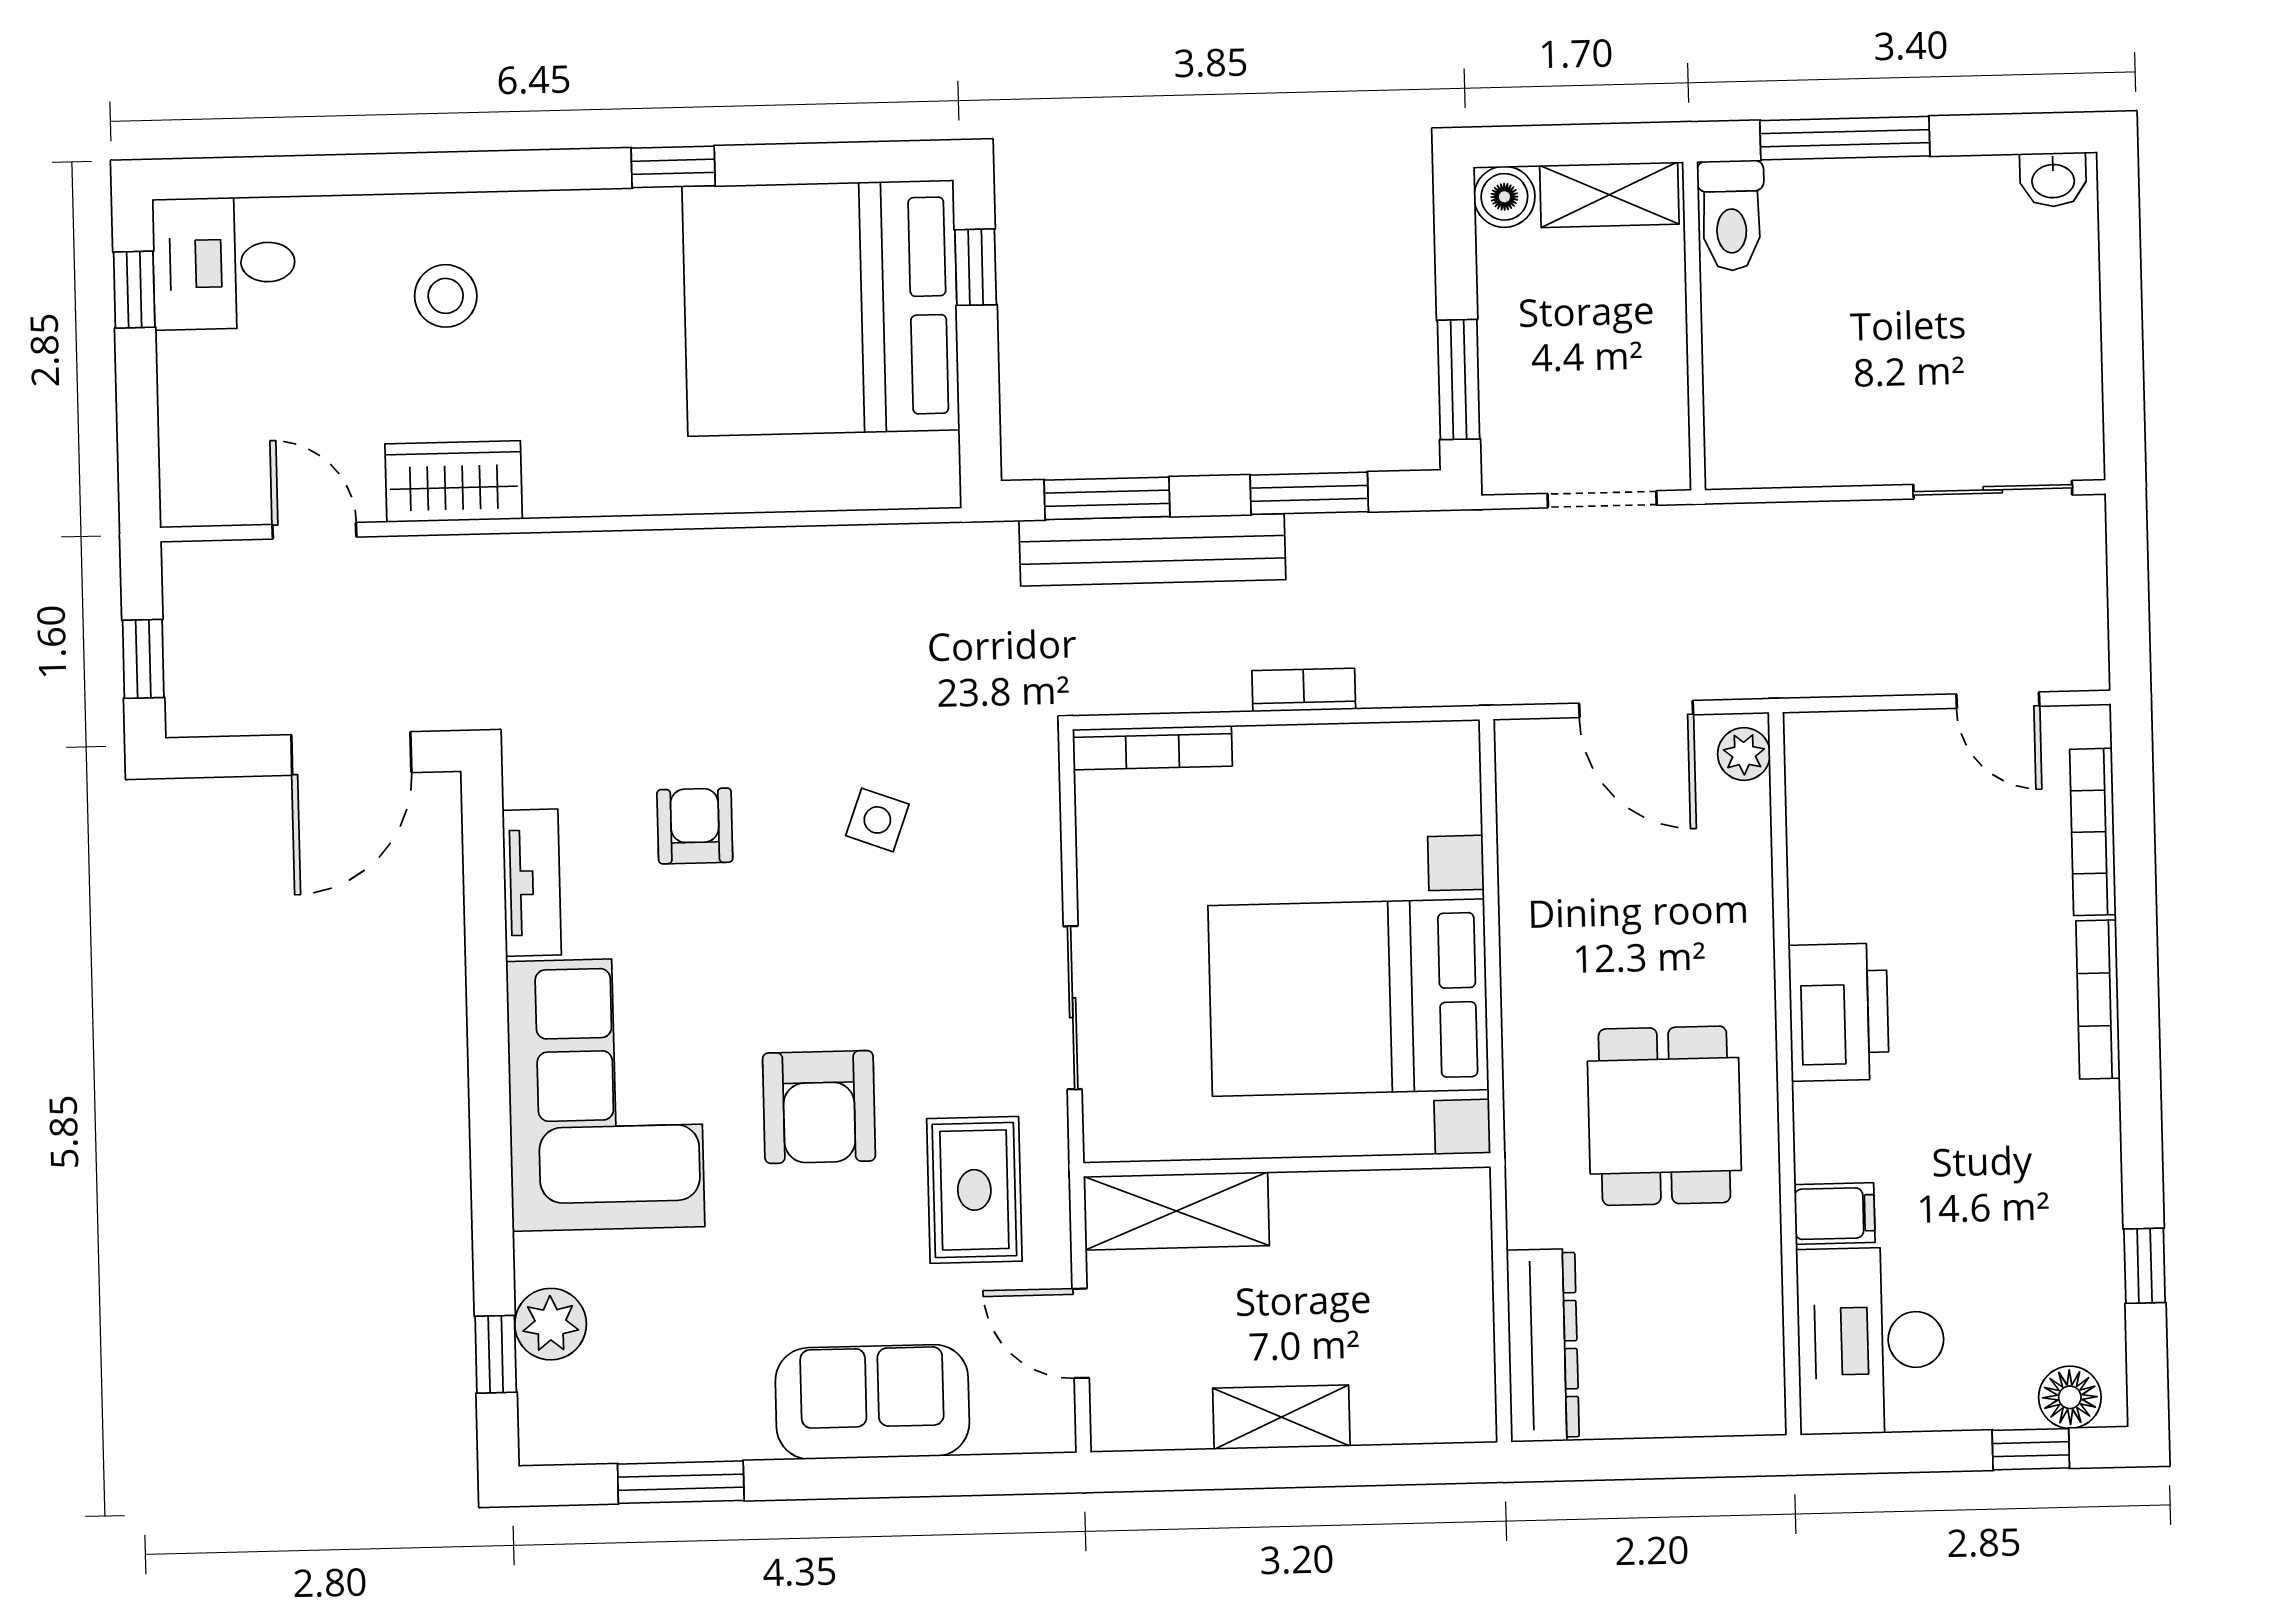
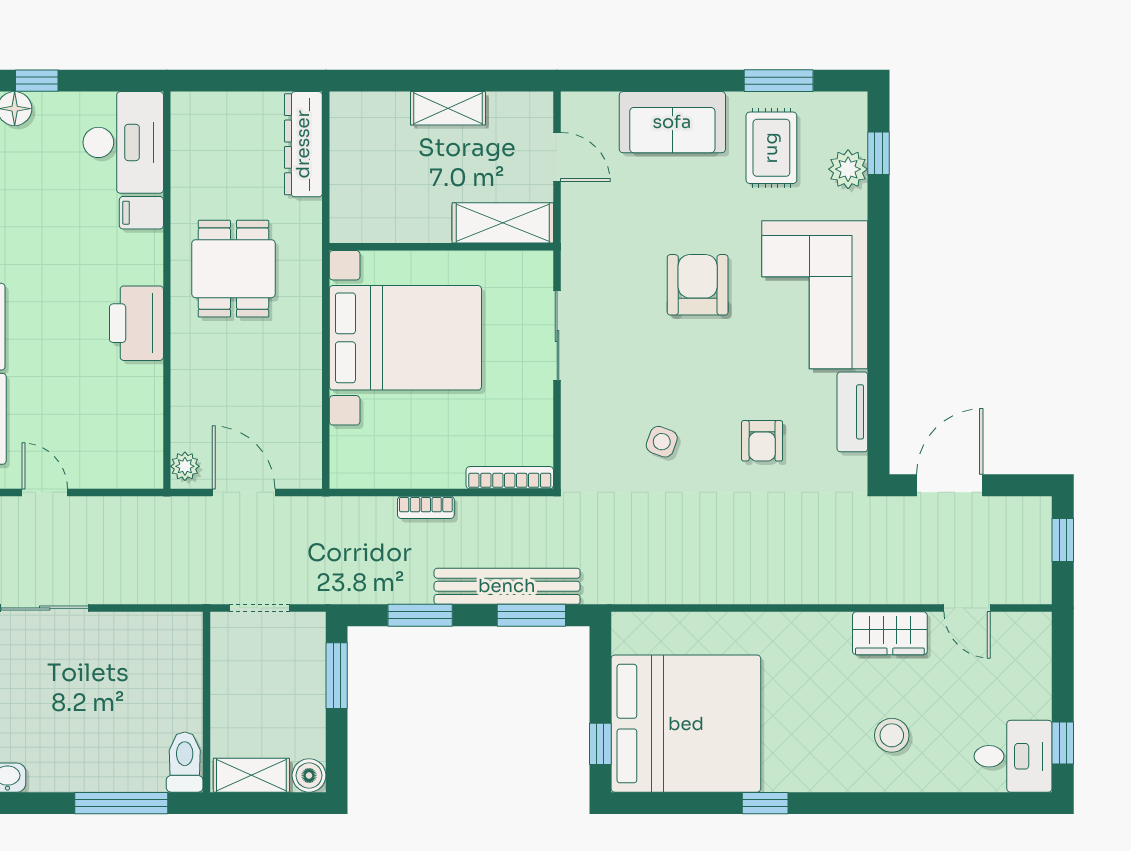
rug: (974, 1190) -> (771, 148), moved

